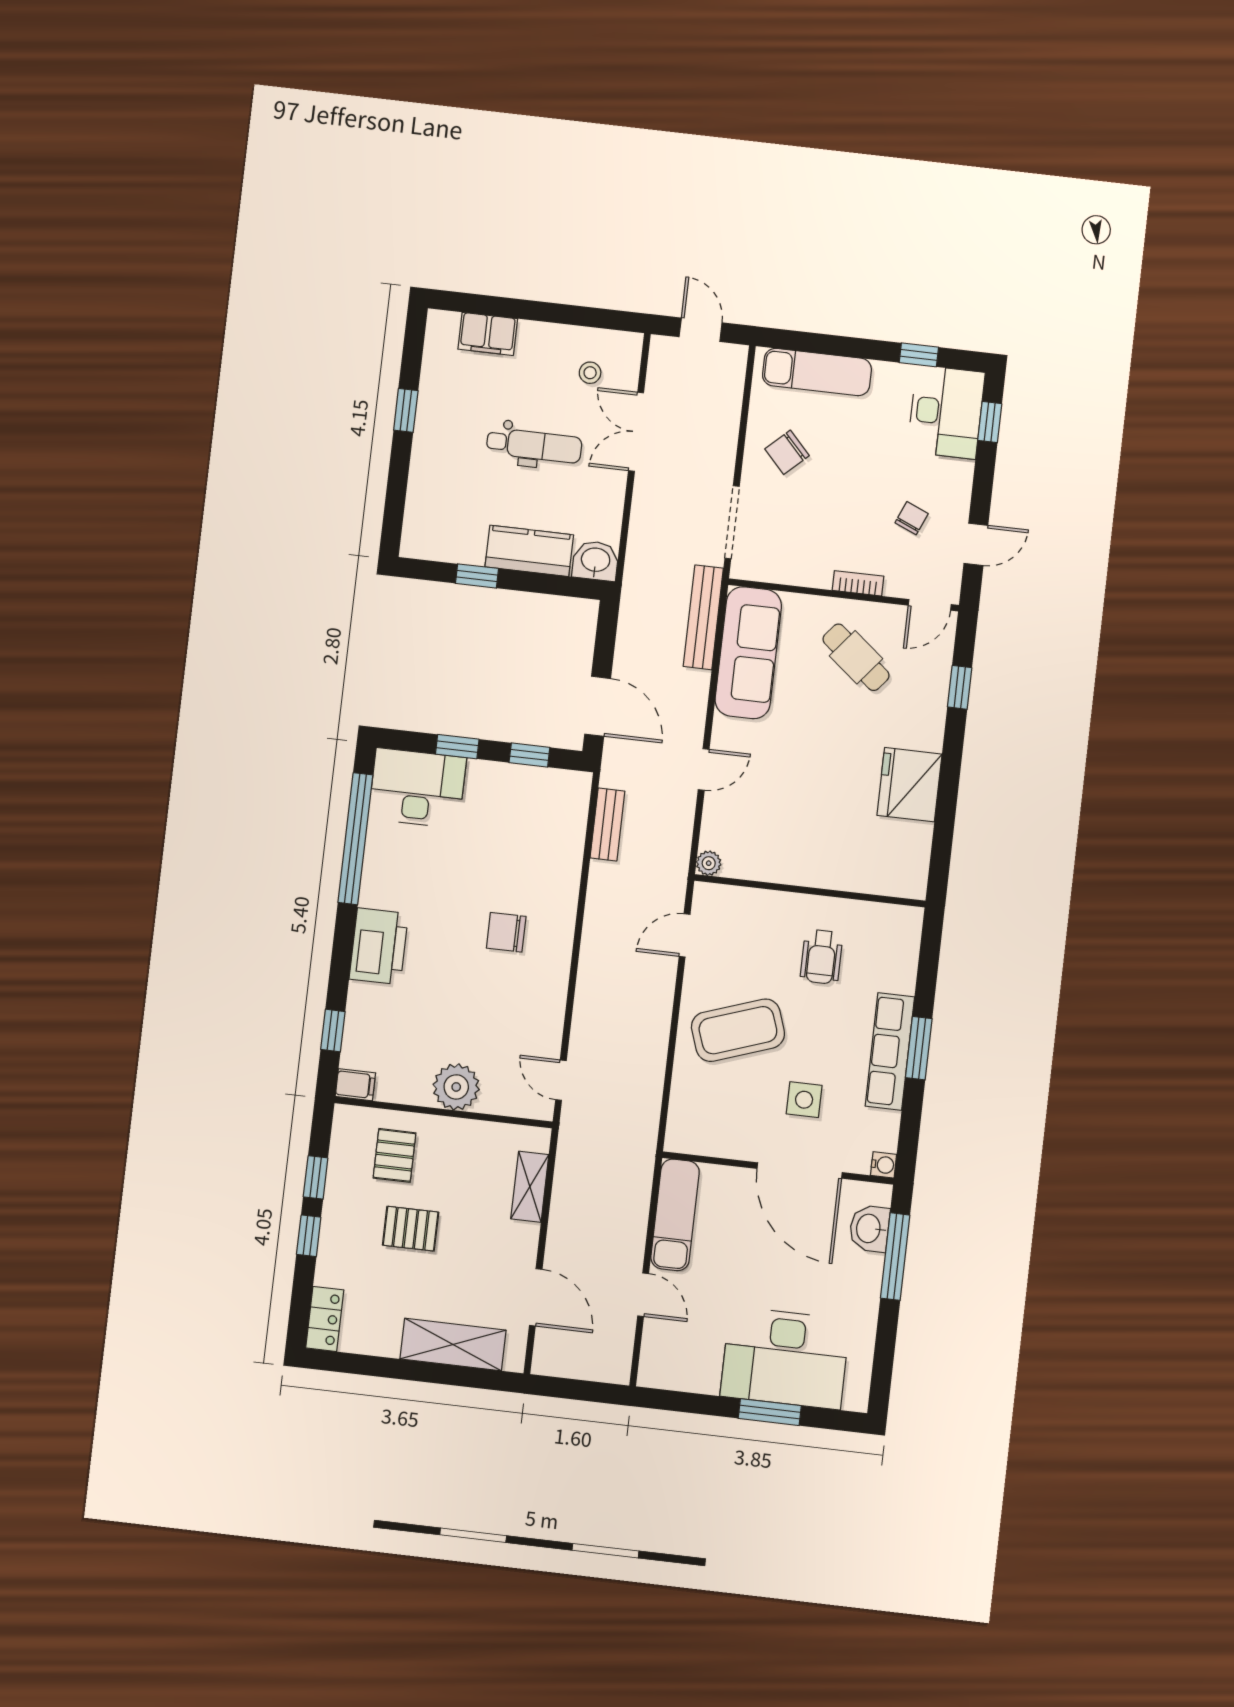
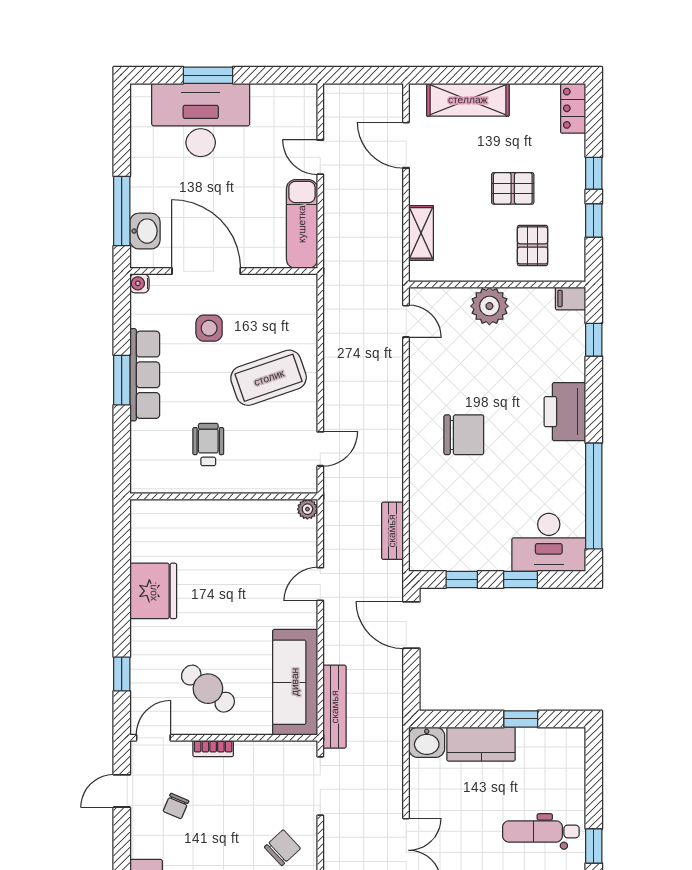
dental chair: (534, 445) -> (541, 831), moved
chair: (506, 932) -> (464, 435), width x1.37, depth x1.37

